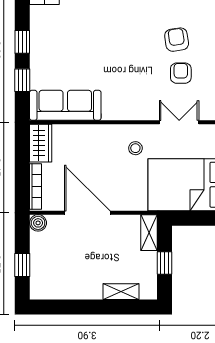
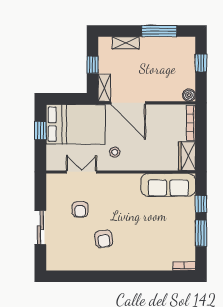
armchair: (177, 40) -> (104, 239), moved
window: (22, 42) -> (201, 233), width x1.50
double door: (179, 122) -> (81, 172), swing flipped
door: (87, 213) -> (128, 103), moved
window: (77, 307) -> (159, 31), added

